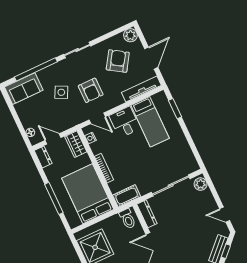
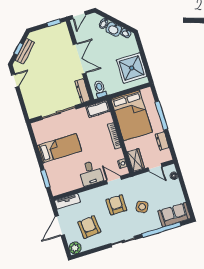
armchair: (118, 61) -> (89, 227), turned 142
tv unit: (141, 89) -> (67, 201), width x0.71
bed: (150, 122) -> (59, 148), moved, turned 90
dresser: (43, 157) -> (162, 141), moved
plant: (201, 184) -> (32, 110), removed
door: (225, 215) -> (15, 81), hinge flipped

